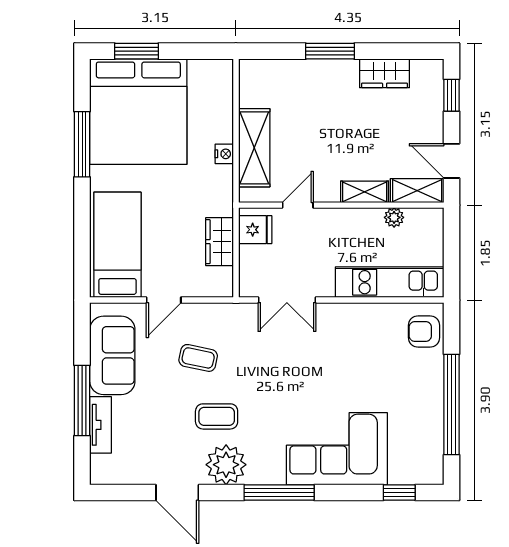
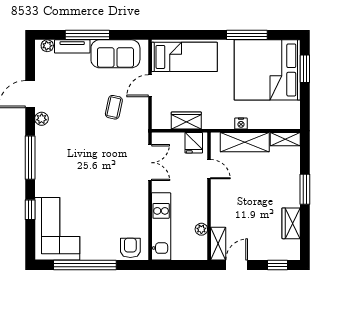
shelving: (365, 192) -> (285, 139), moved, turned 90
door: (164, 300) -> (150, 86), hinge flipped
double door: (287, 300) -> (150, 163), swing flipped
coffee table: (217, 416) -> (77, 119), removed
corner sofa: (337, 449) -> (57, 229), moved
plant: (99, 465) -> (47, 46), added
plant: (226, 465) -> (42, 119), width x0.53, depth x0.53
window: (399, 492) -> (30, 210), moved

